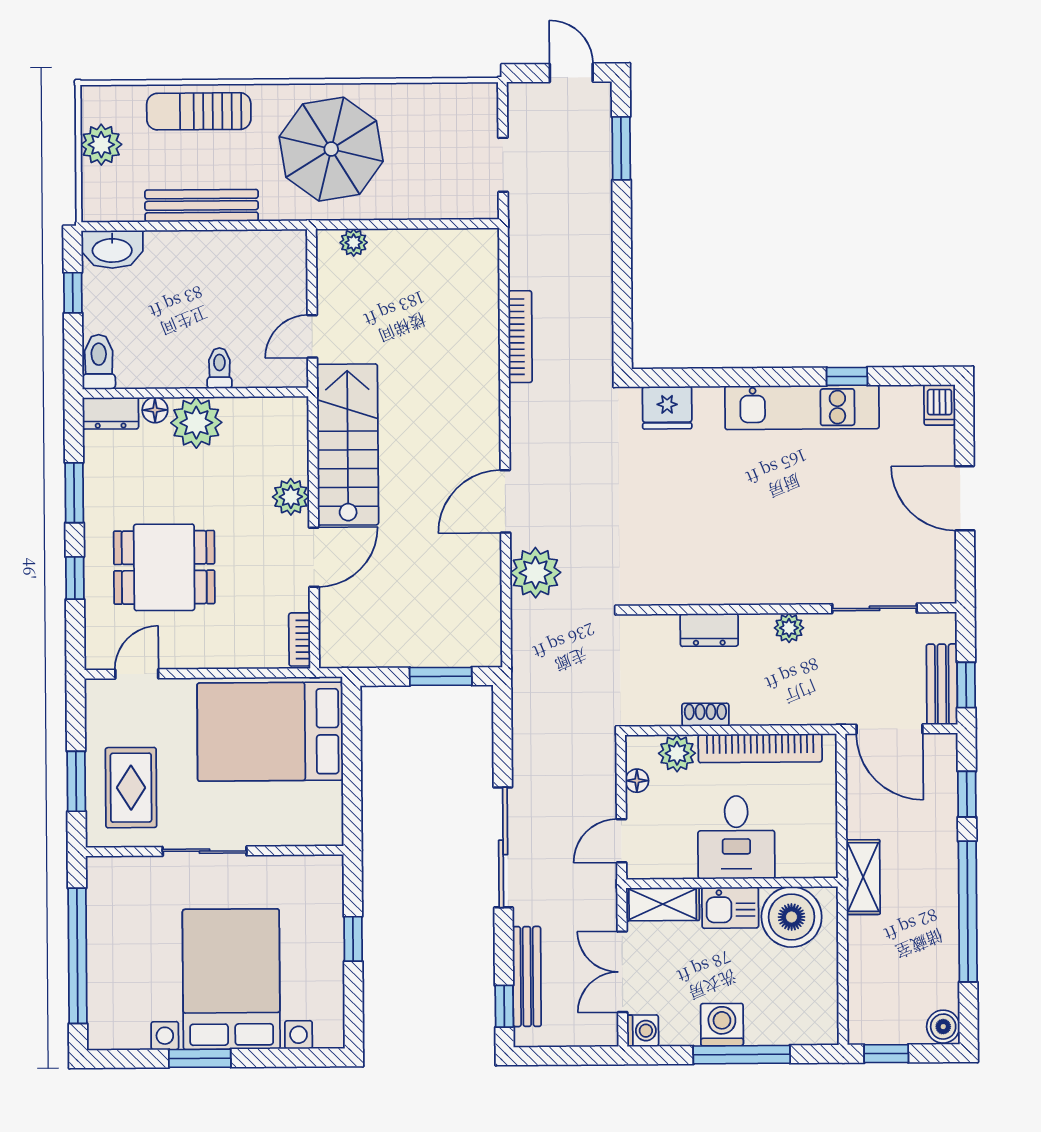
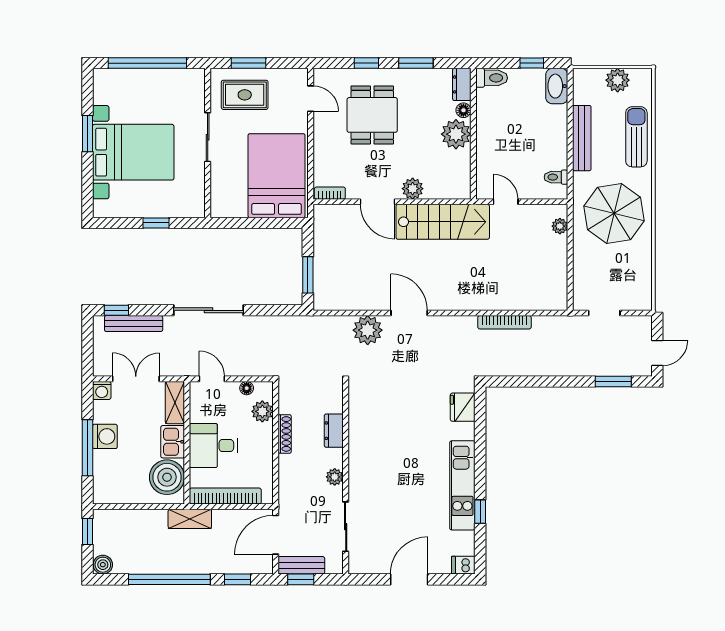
toilet: (219, 368) -> (556, 177), moved, turned 180
shoe rack: (705, 715) -> (285, 434), width x1.43
bookcase: (760, 748) -> (225, 496), moved, turned 90

